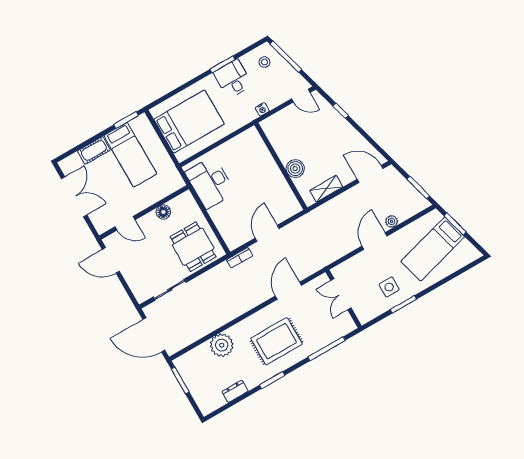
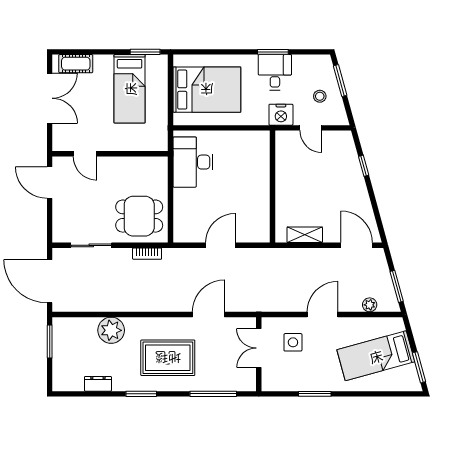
window: (286, 57) -> (340, 81), width x0.69
stool: (264, 62) -> (320, 96), moved
door: (301, 96) -> (311, 128), moved
nightstand: (262, 109) -> (281, 115), width x1.89, depth x1.79
cot: (94, 150) -> (76, 64), moved
boiler: (295, 169) -> (285, 197), removed
floor lamp: (163, 212) -> (129, 165), removed
plant: (392, 221) -> (370, 305), moved
window: (455, 224) -> (419, 367), moved
dining table: (193, 247) -> (139, 216), turned 90
bookcase: (239, 258) -> (147, 254), moved
side table: (389, 287) -> (293, 342), moved

